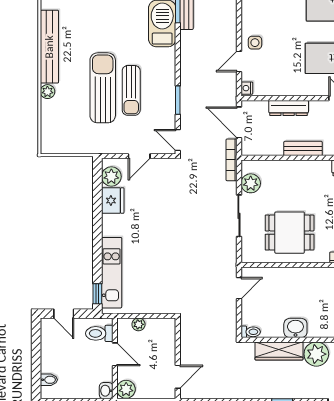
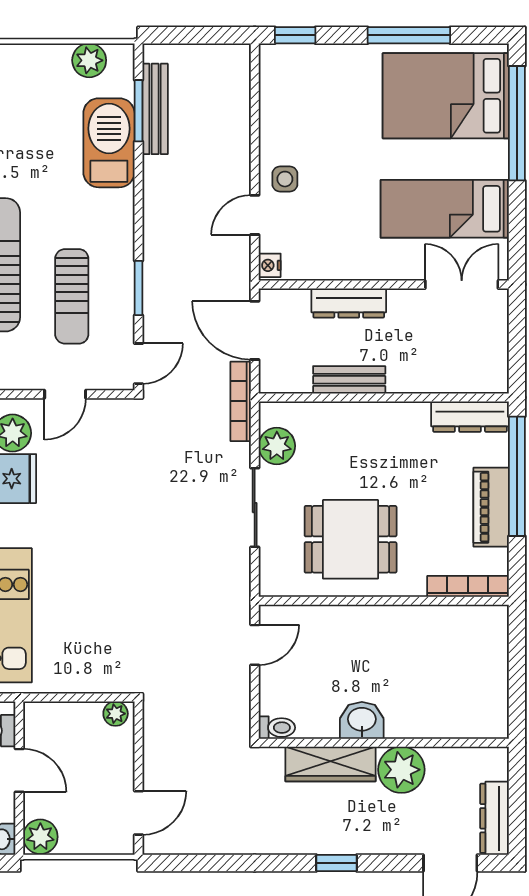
sun lounger: (131, 90) -> (72, 296), moved
door: (178, 140) -> (139, 364), swing flipped
bench: (303, 148) -> (349, 380), moved
plant: (138, 324) -> (116, 714), moved

